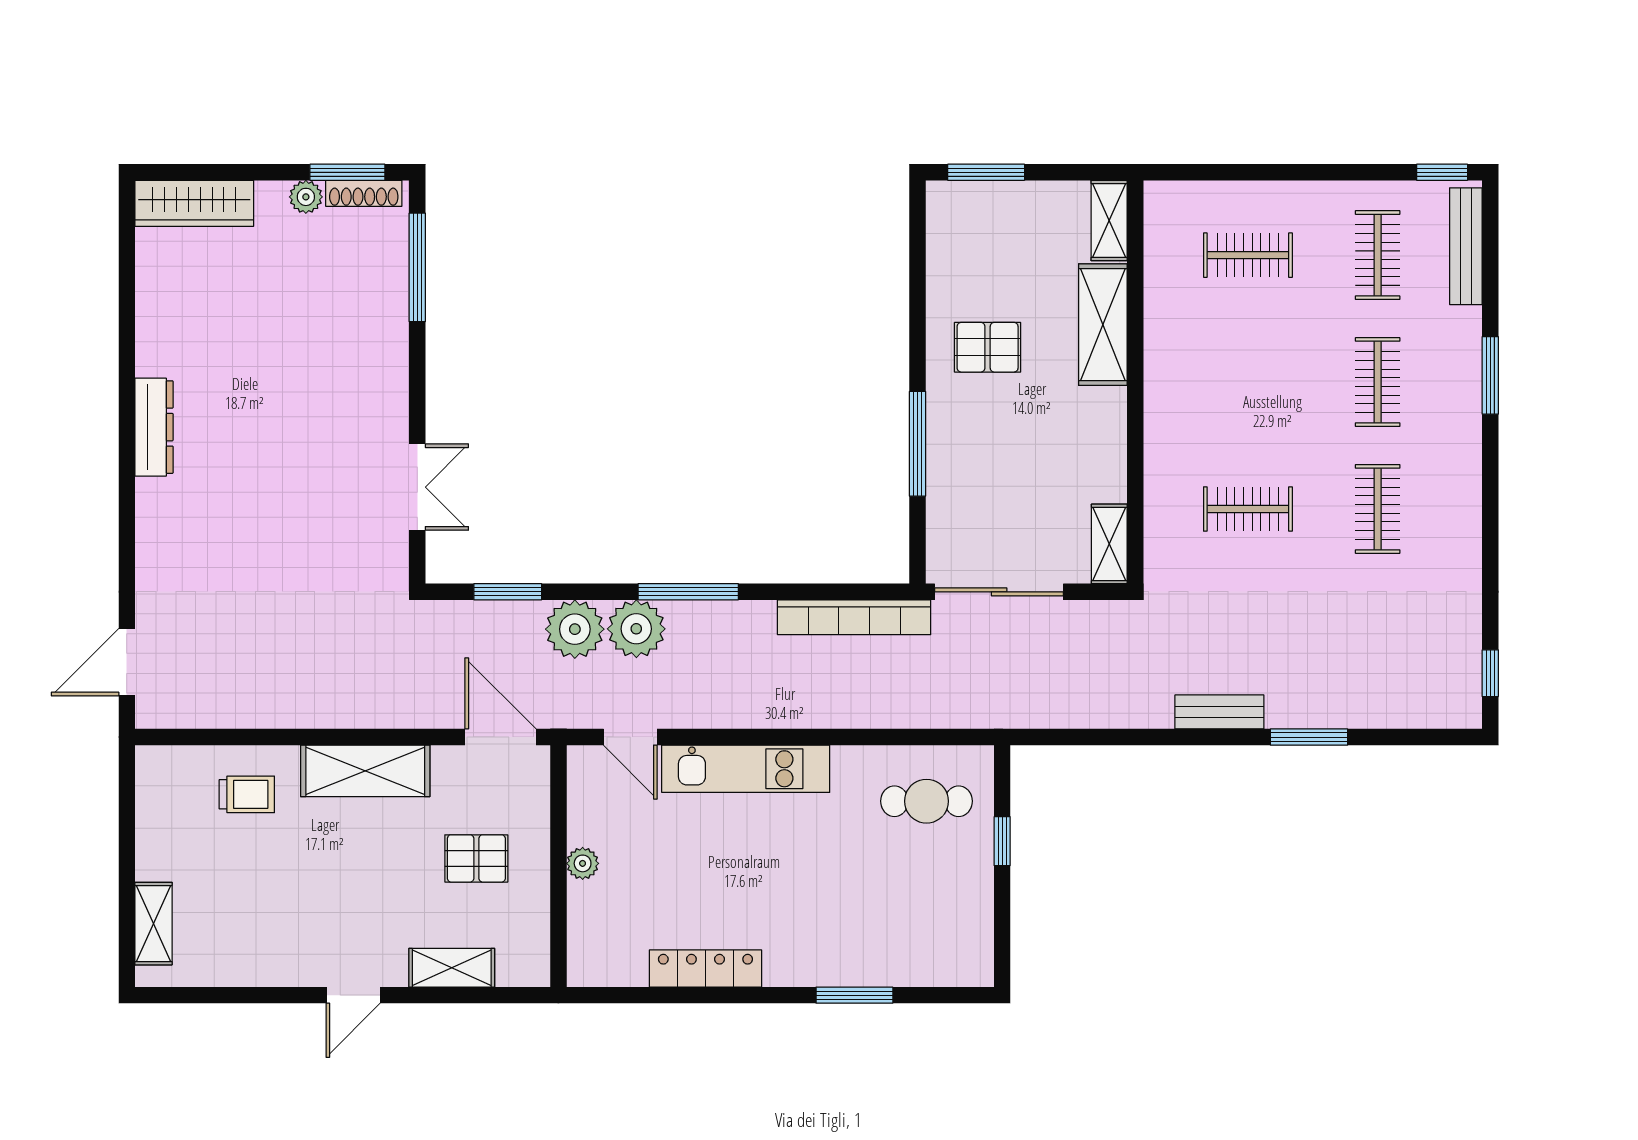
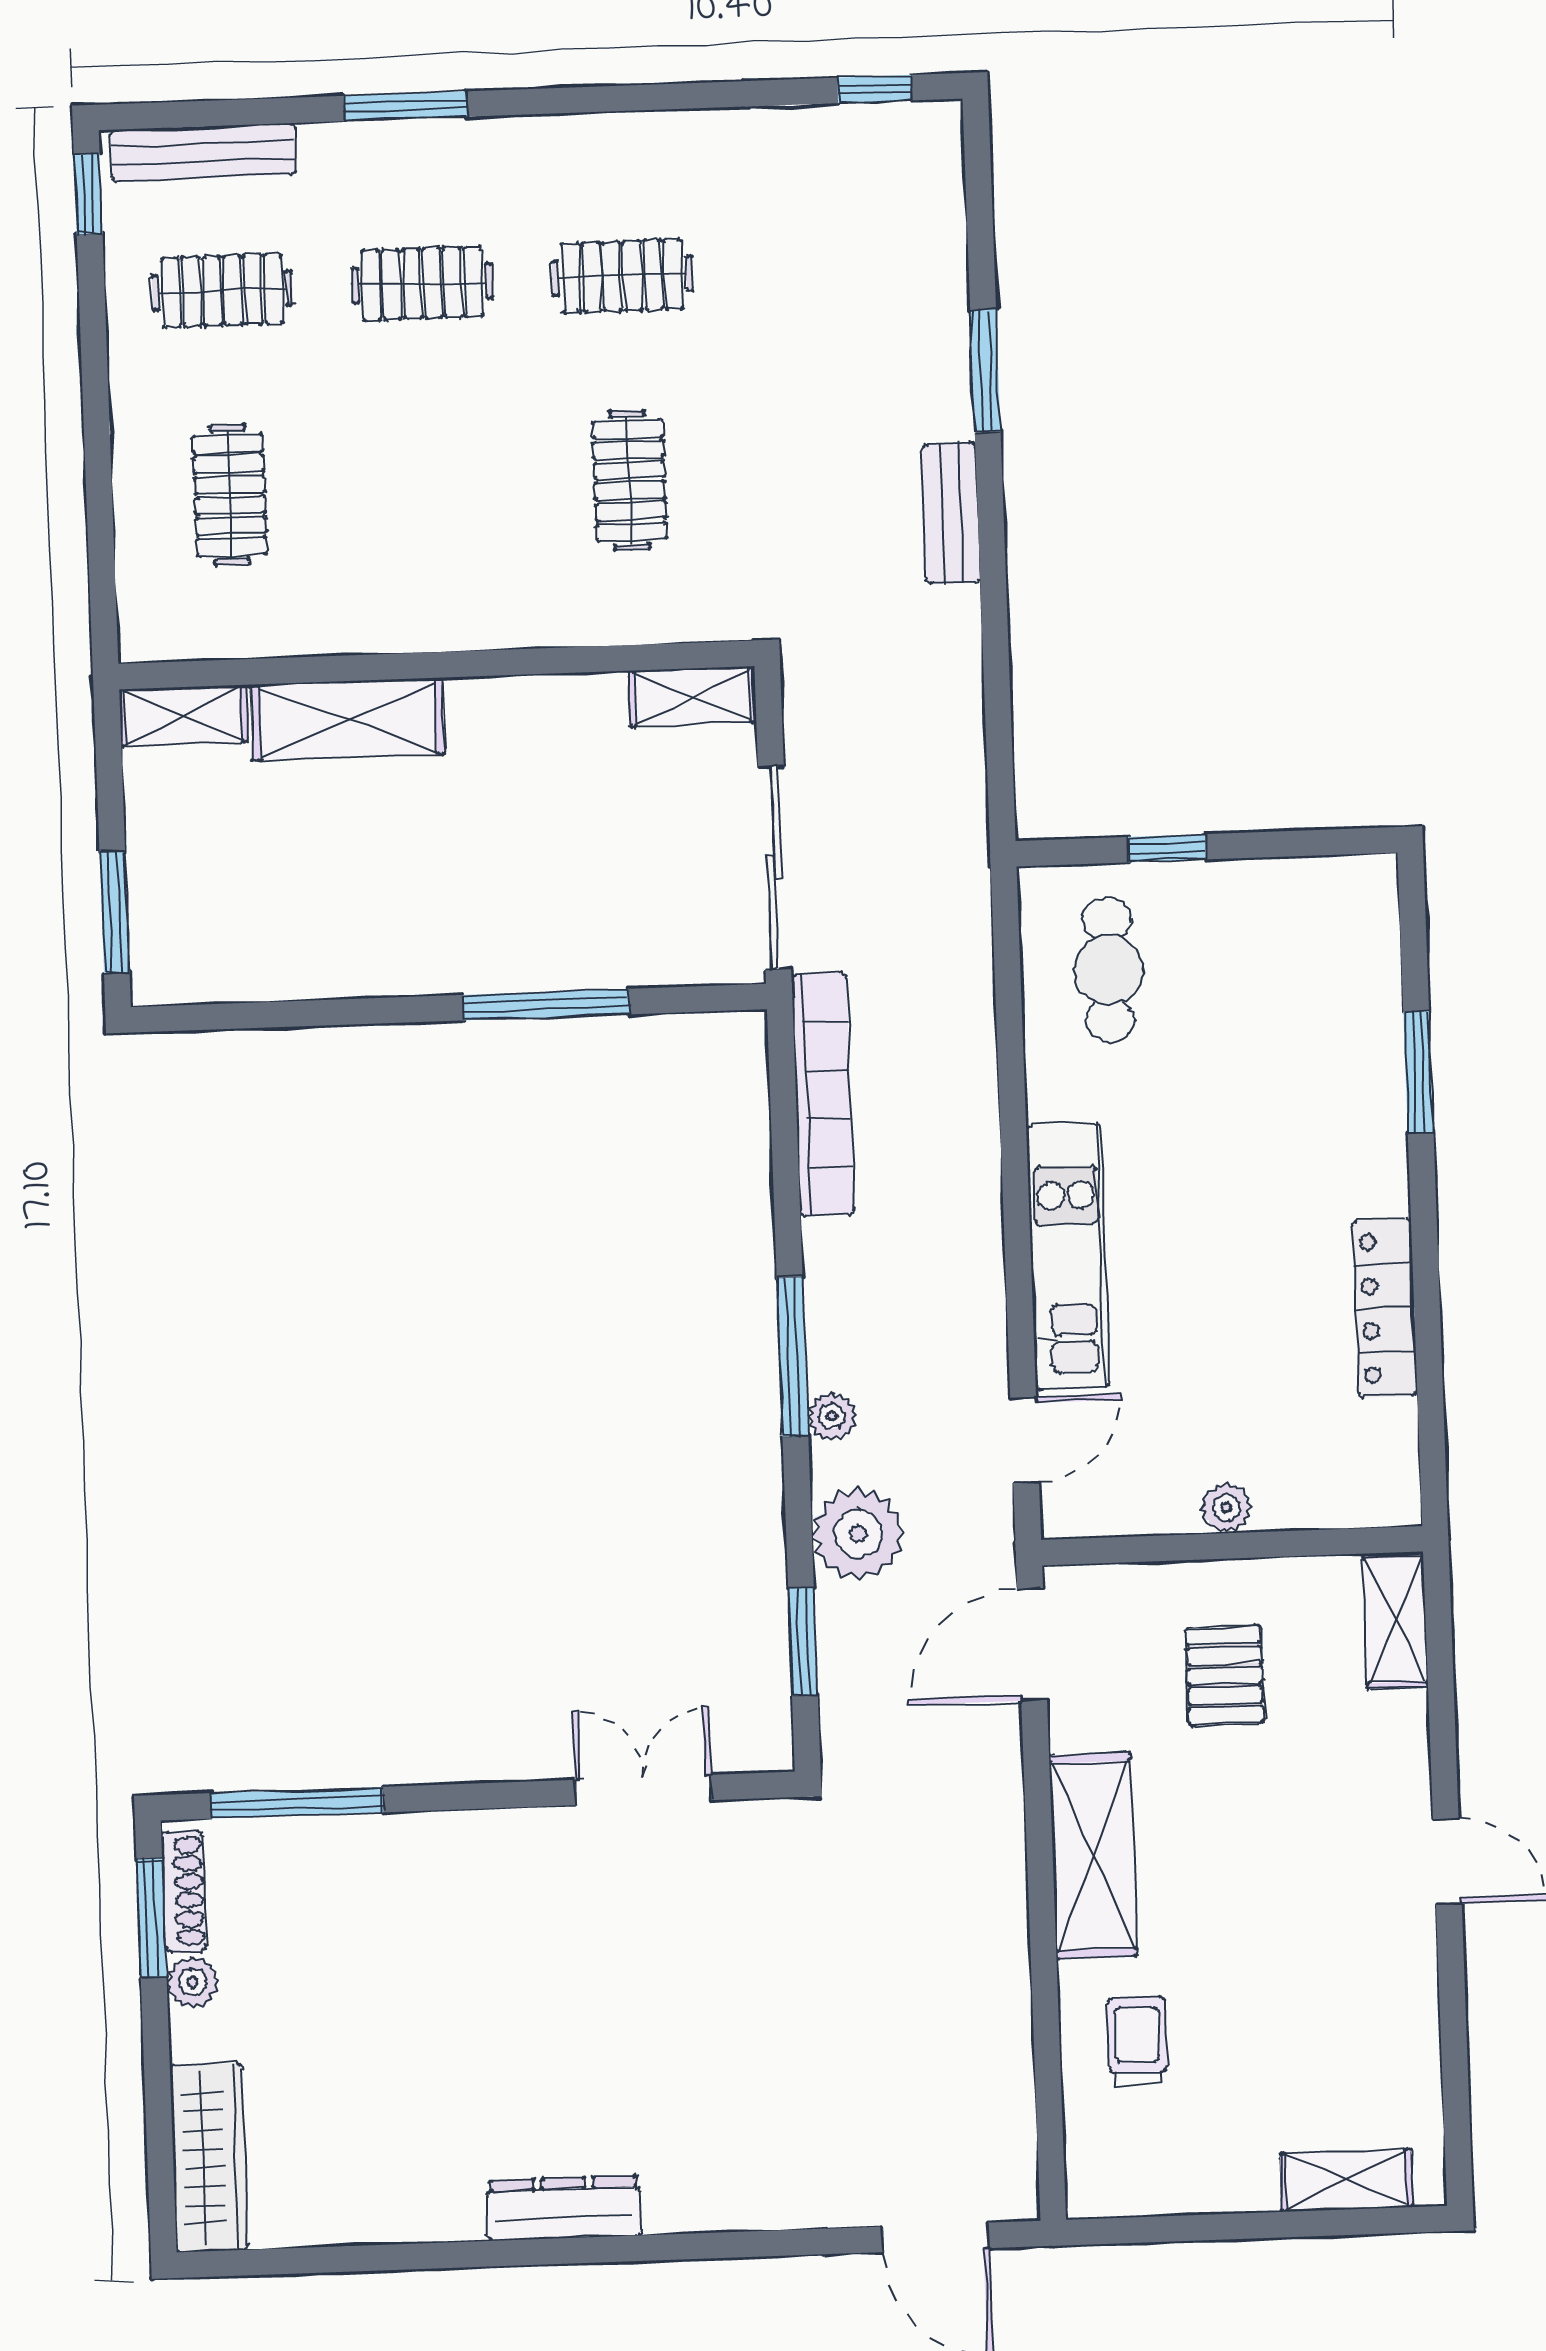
pallet: (988, 347) -> (390, 900), removed
plant: (636, 629) -> (832, 1416), width x0.53, depth x0.53
shelving: (452, 968) -> (1395, 1620), moved

